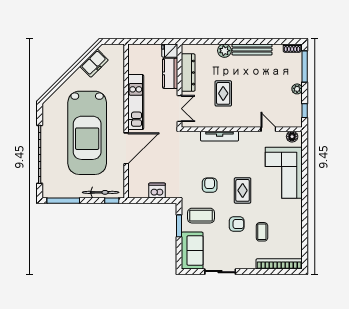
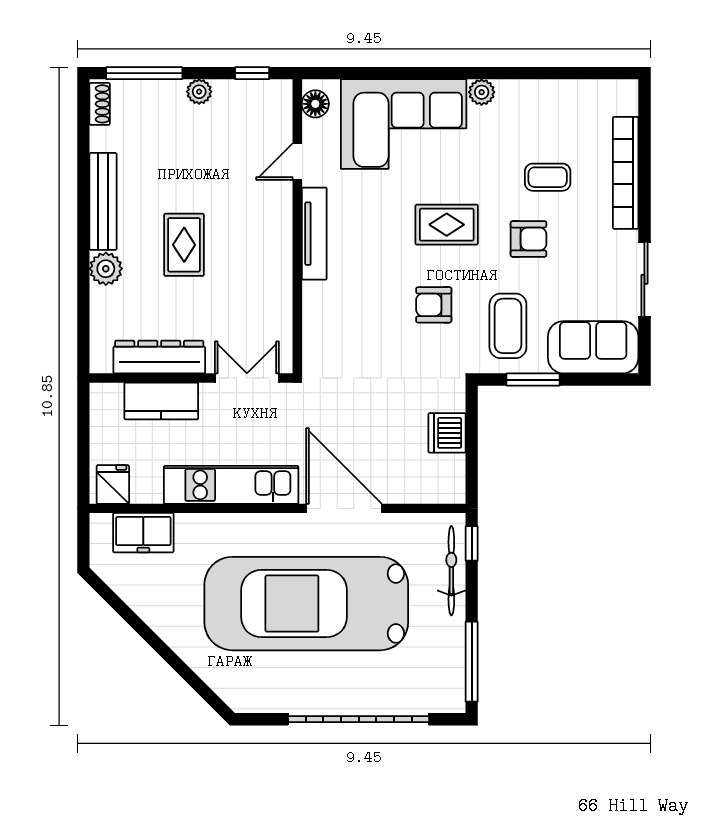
fridge: (170, 51) -> (113, 485), moved, turned 180
freezer: (94, 63) -> (143, 533), moved, turned 135
rug: (223, 93) -> (184, 245), moved, turned 90
car: (87, 133) -> (306, 604), turned 180
tv unit: (220, 136) -> (314, 234), moved
plant: (297, 205) -> (482, 92), added
armchair: (237, 224) -> (529, 239), turned 90
bookcase: (279, 264) -> (626, 173), moved

